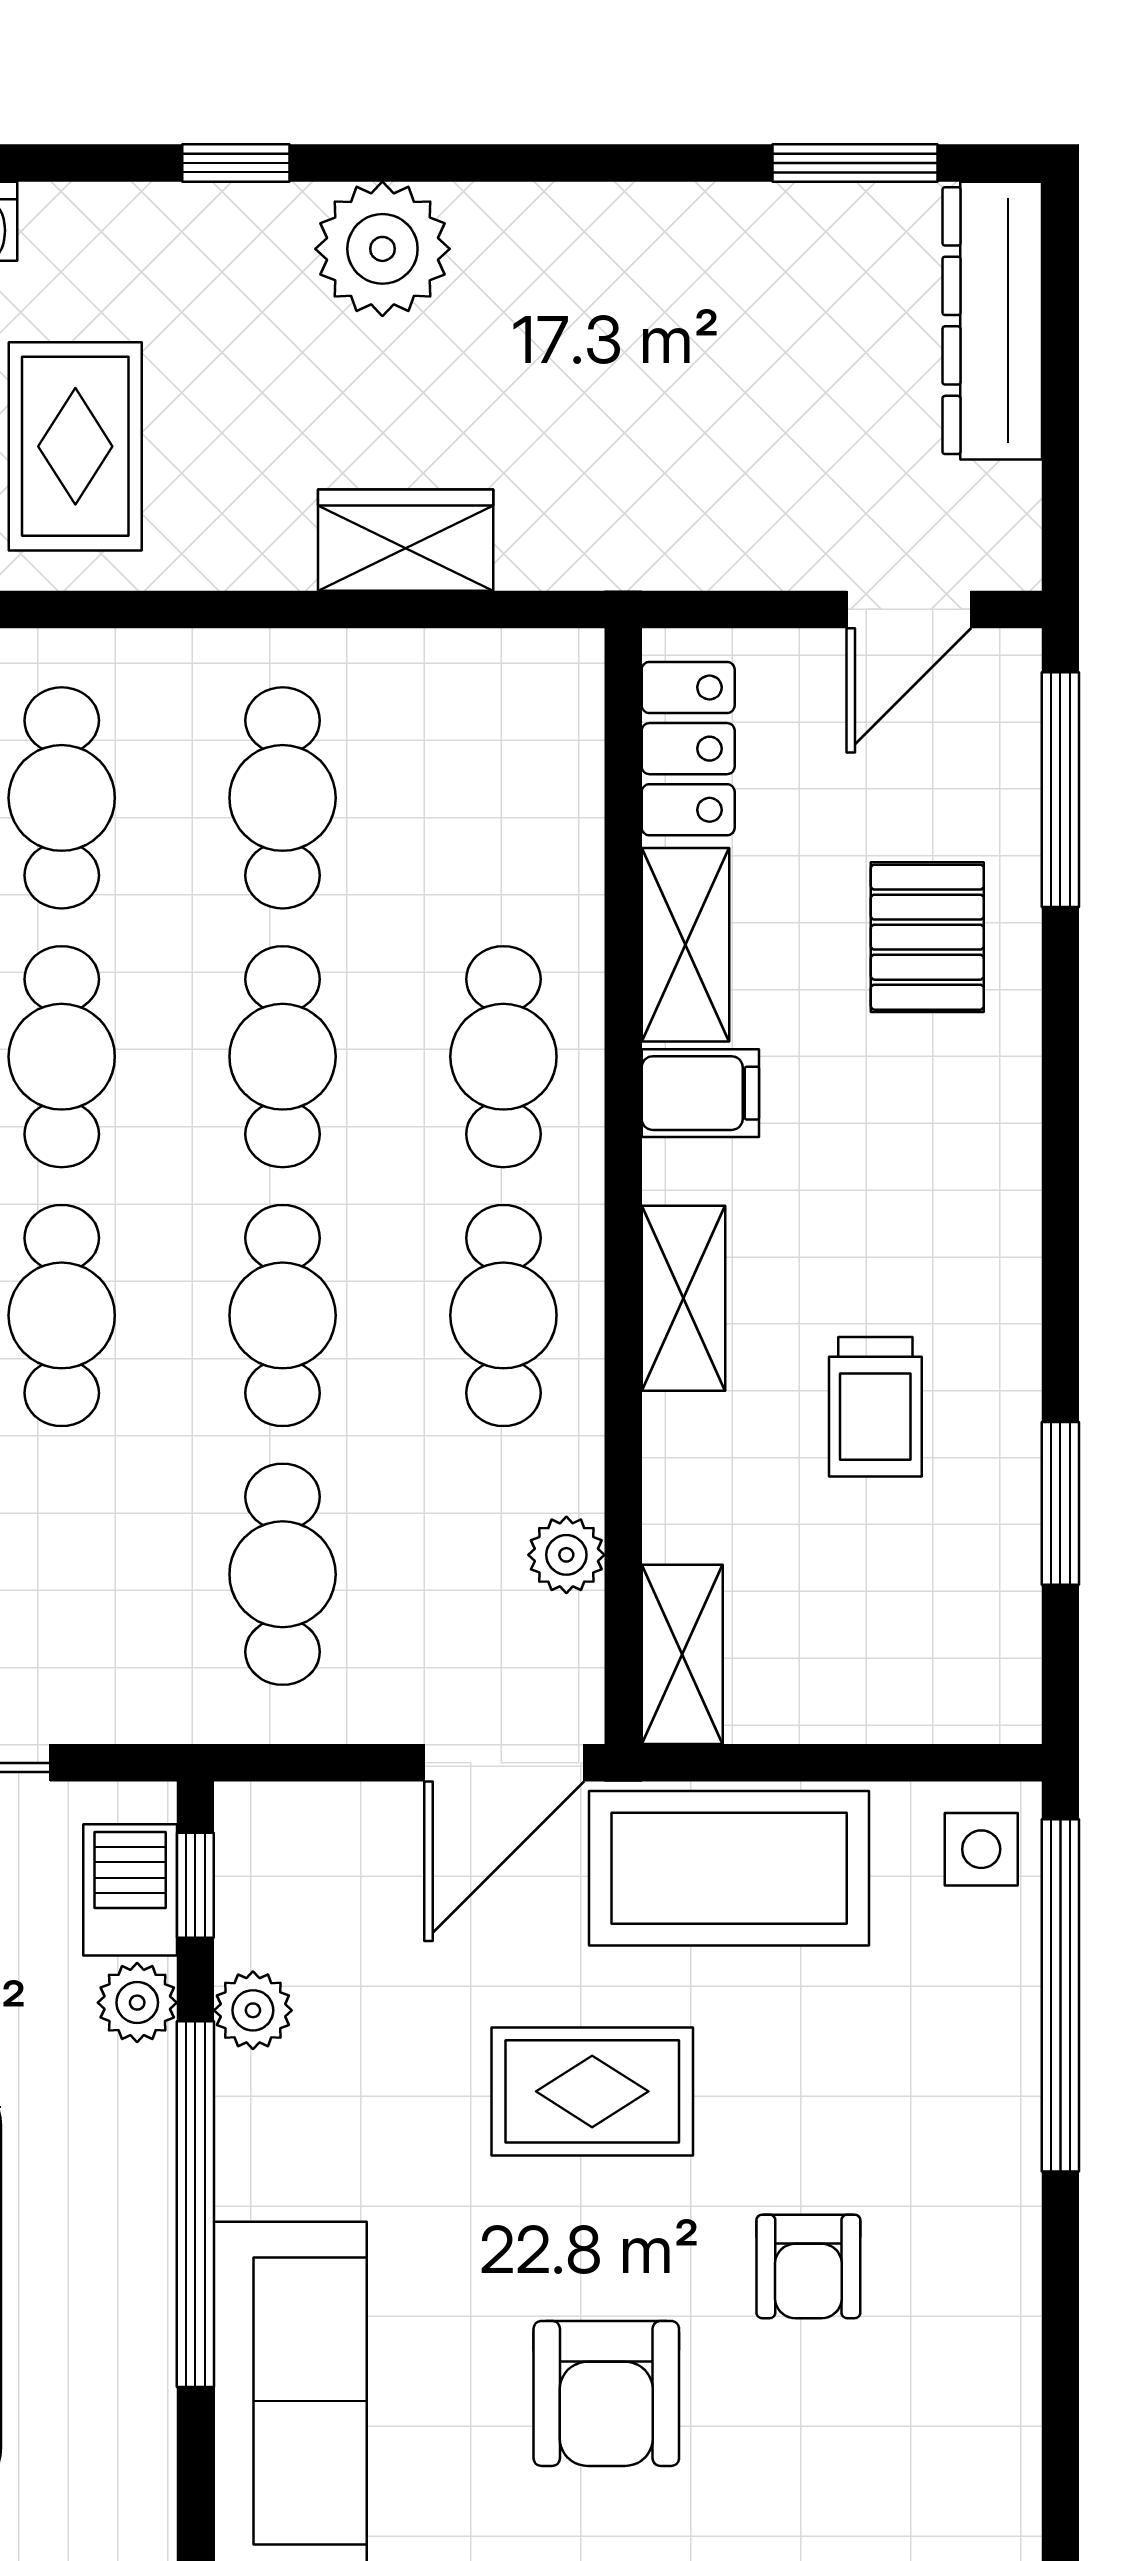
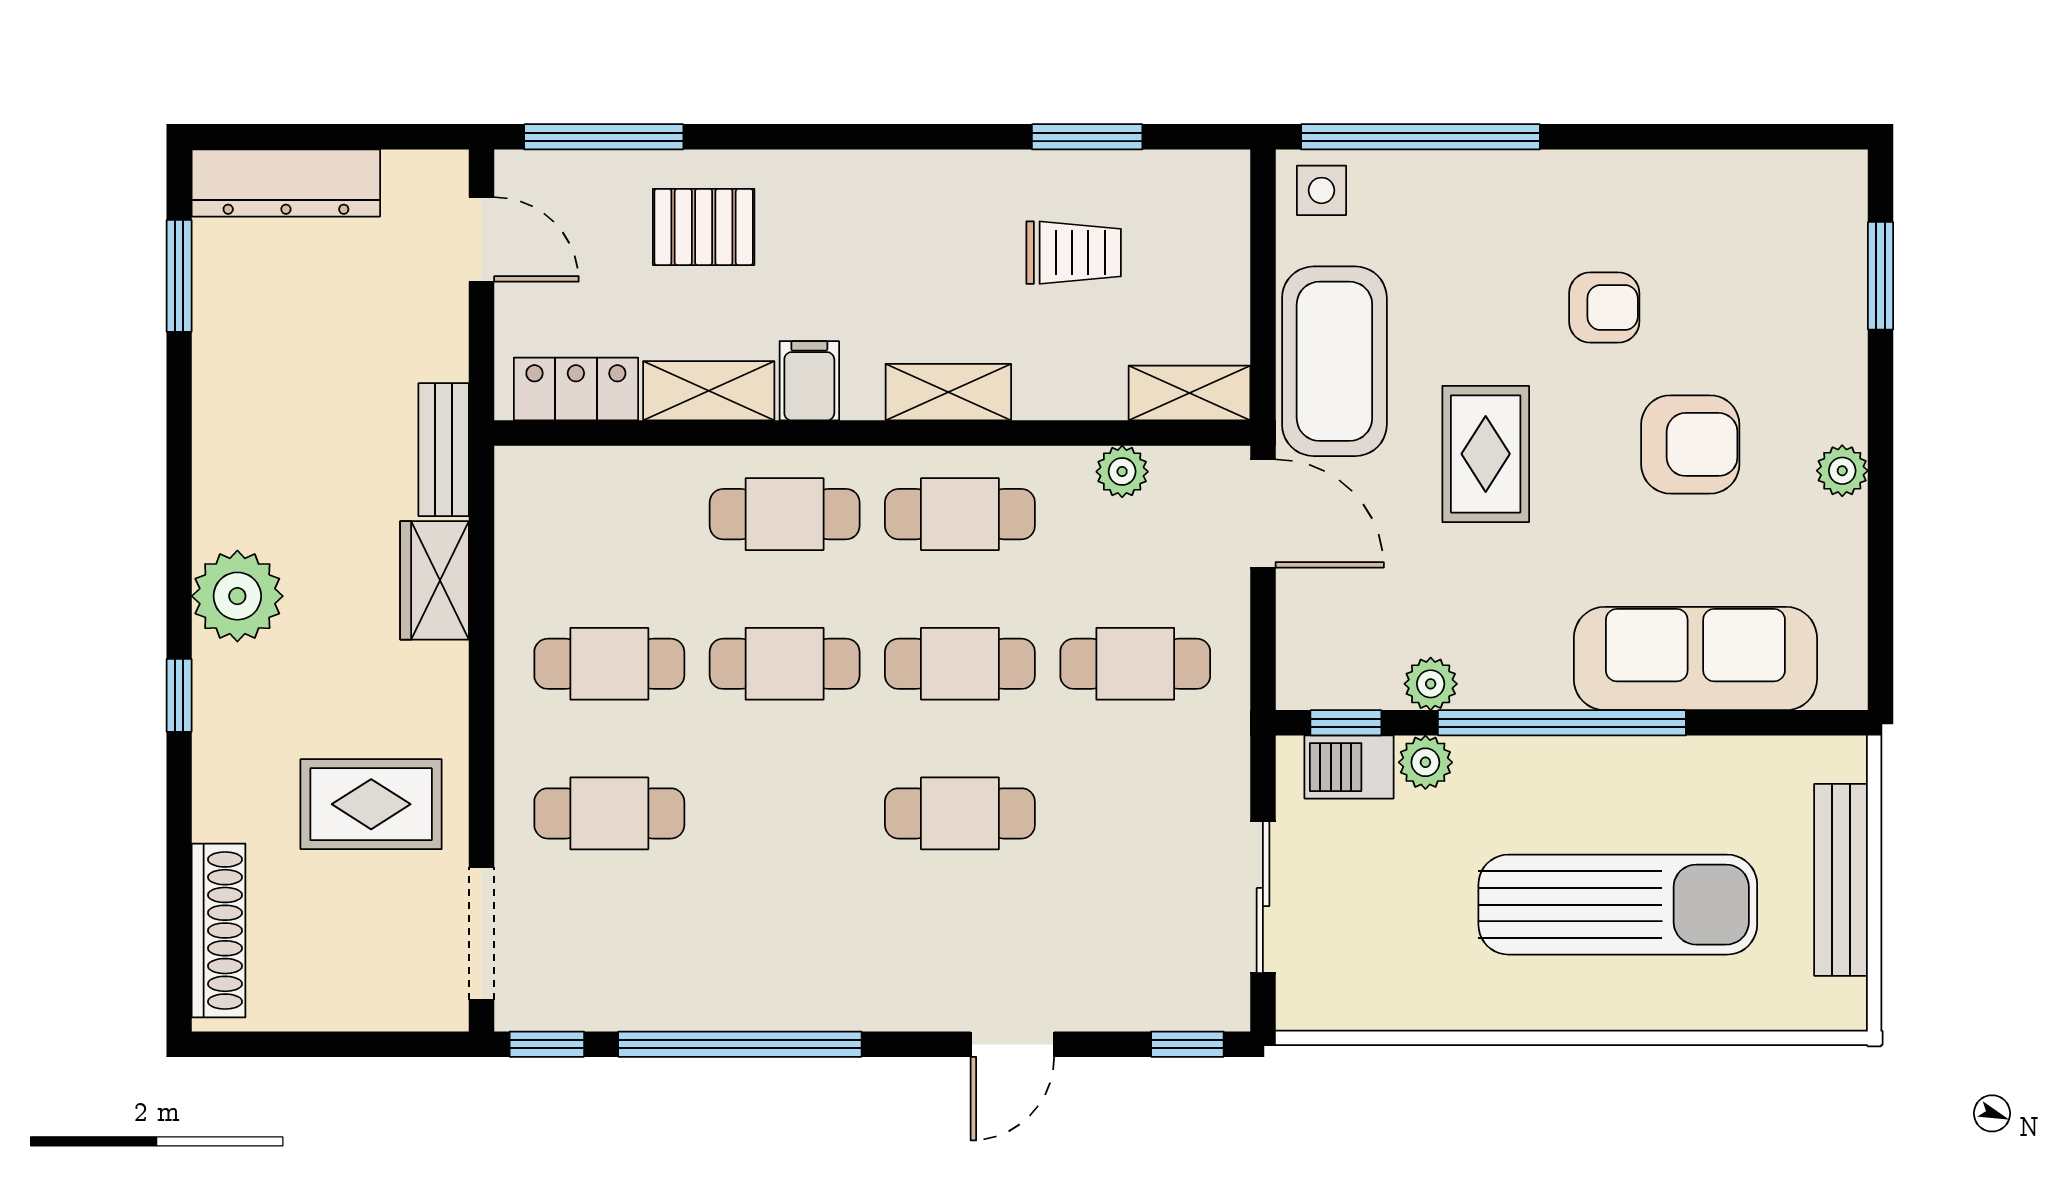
bench: (599, 553) -> (444, 450), added
cafe table: (62, 1057) -> (785, 813), removed
trolley: (875, 1407) -> (1074, 253), moved

